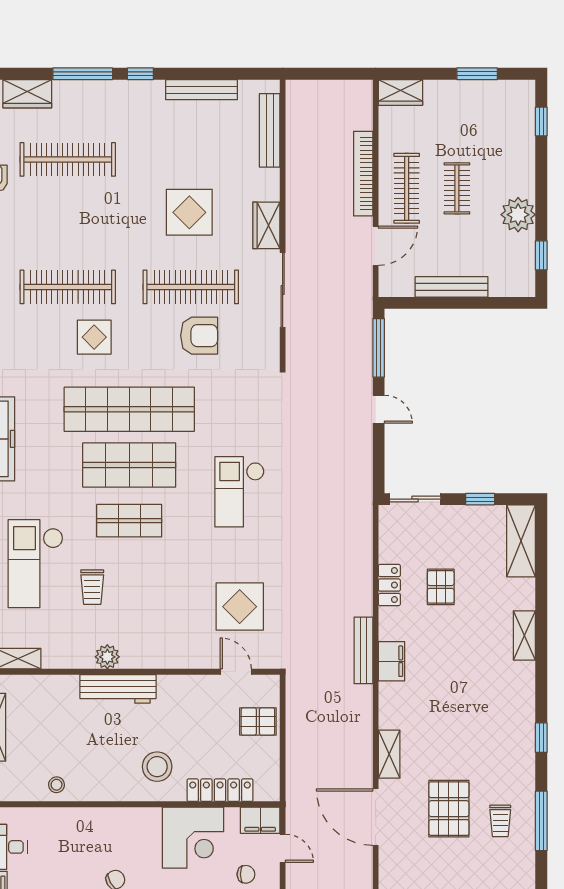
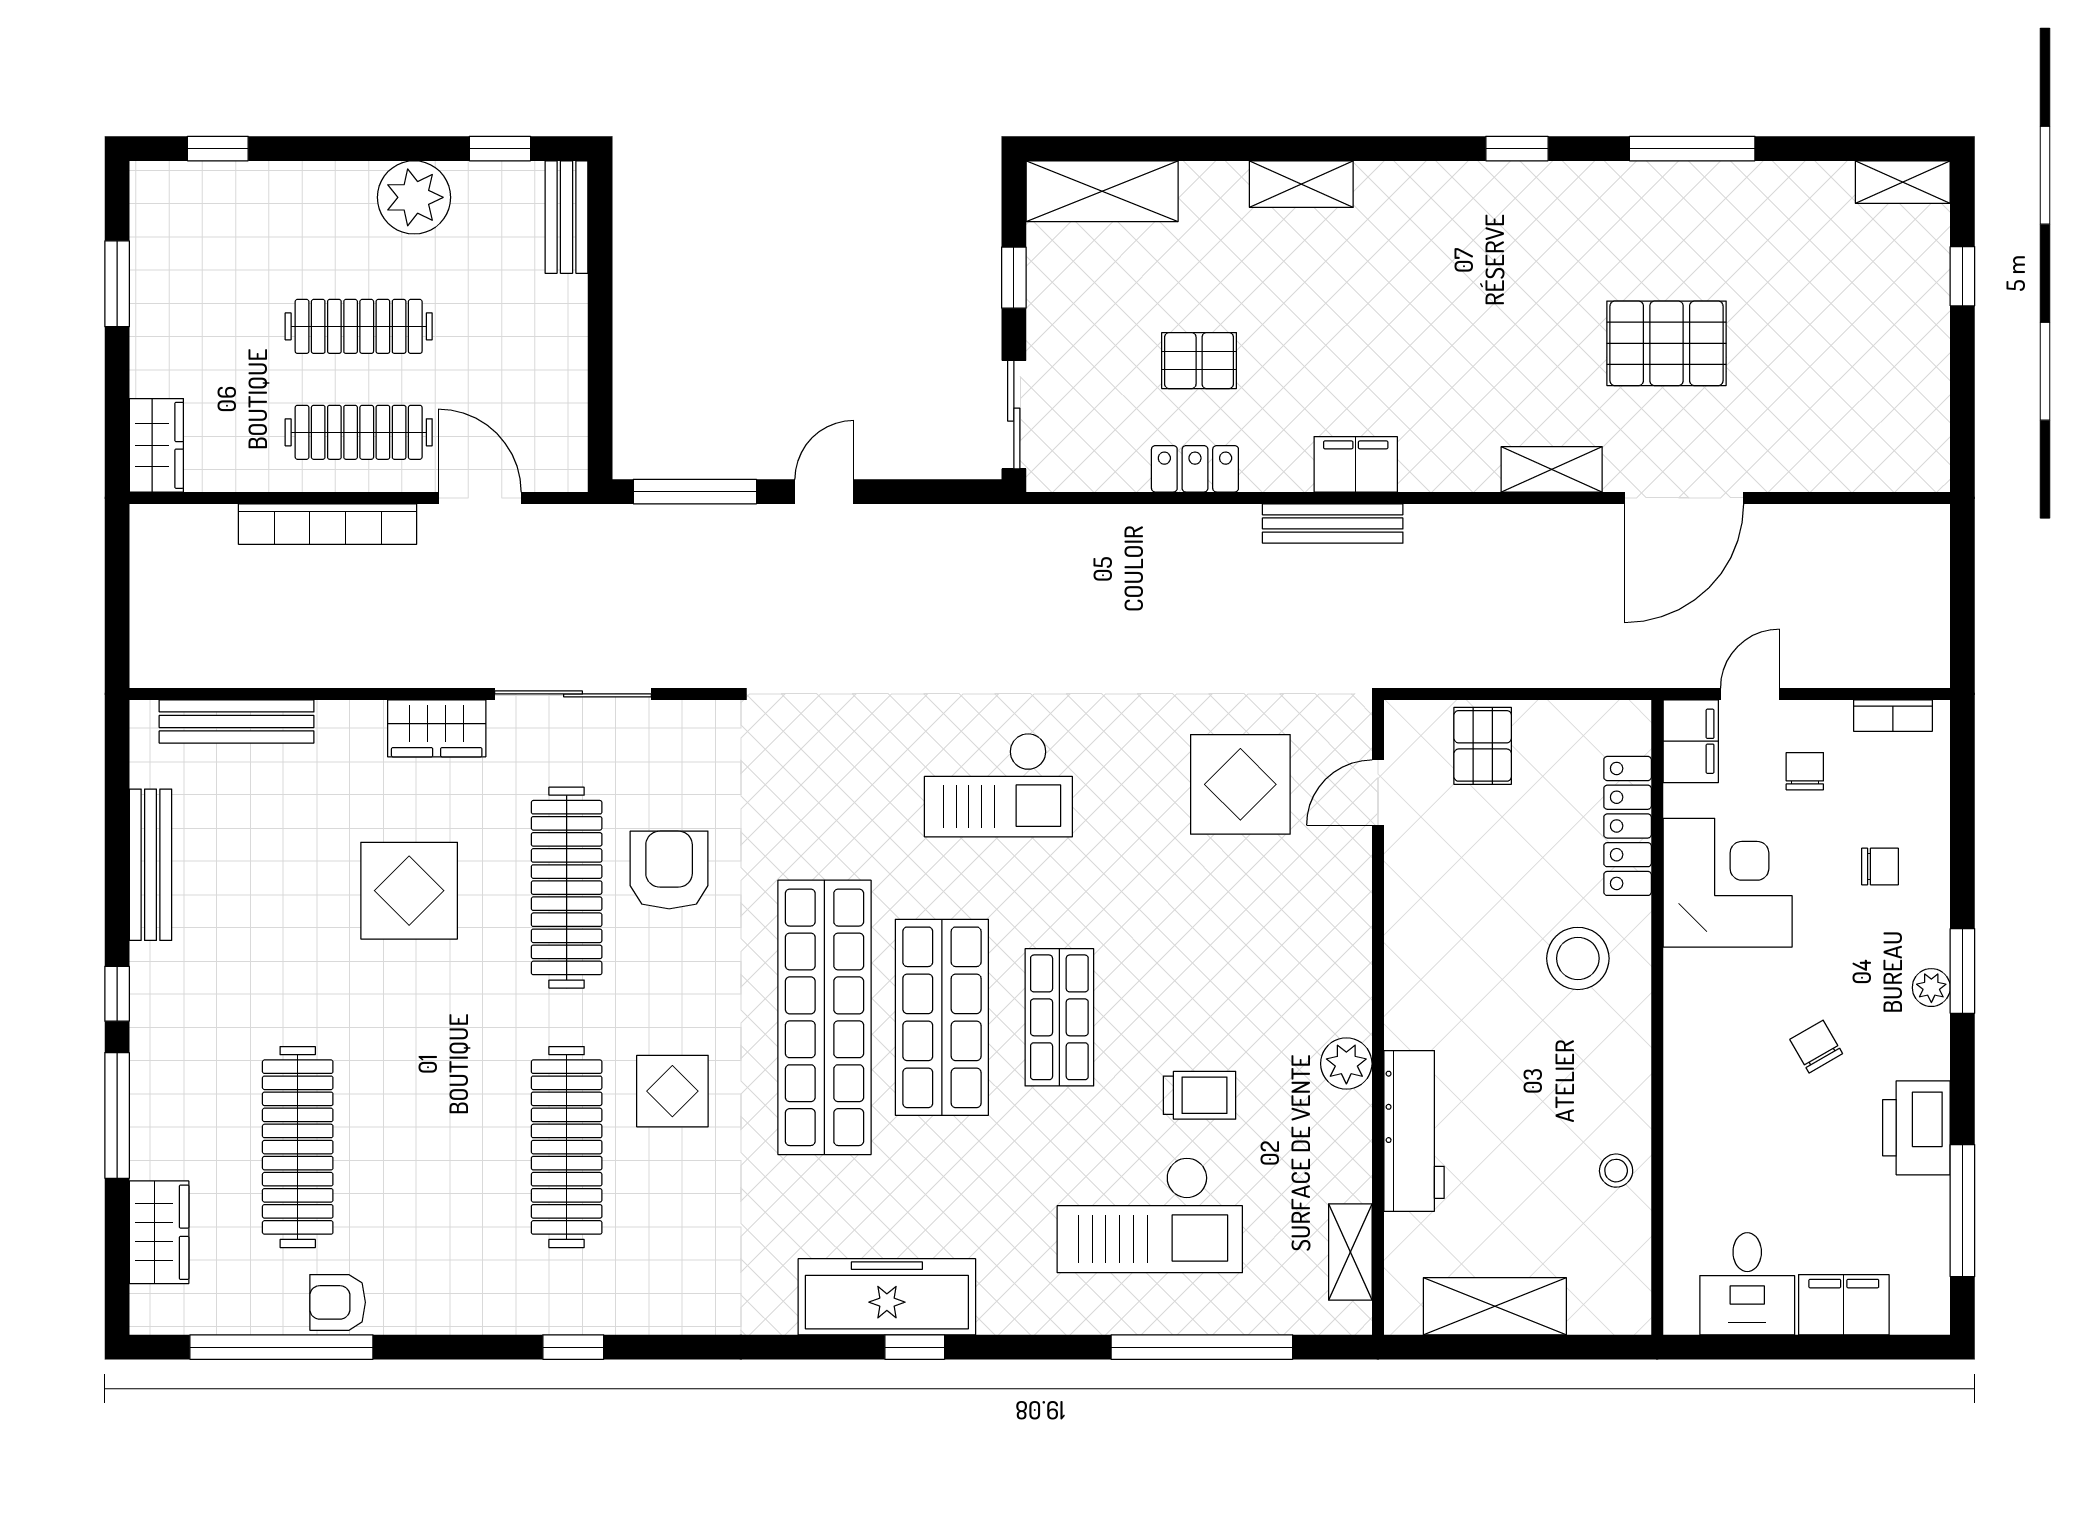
clothes rail: (457, 188) -> (359, 326), width x1.36
bench: (452, 287) -> (566, 217), moved, width x0.73
workbench: (118, 689) -> (1414, 1131), moved
trolley: (500, 821) -> (1692, 235), removed

